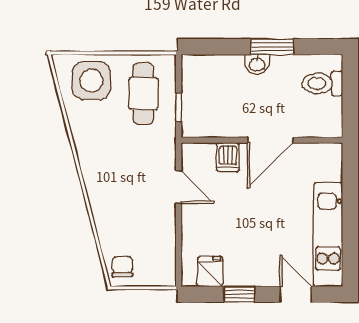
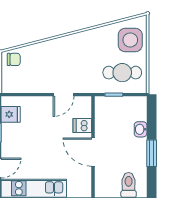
washbasin: (257, 64) -> (141, 129), moved

